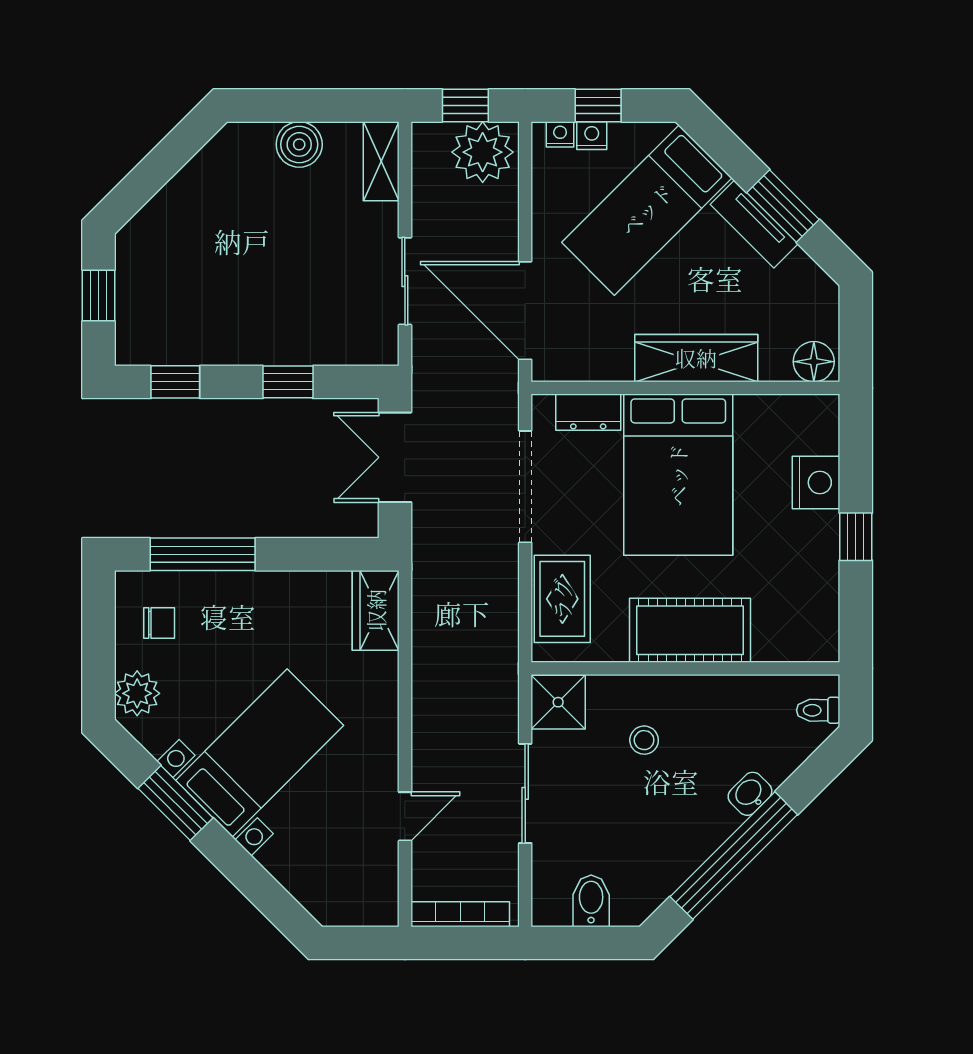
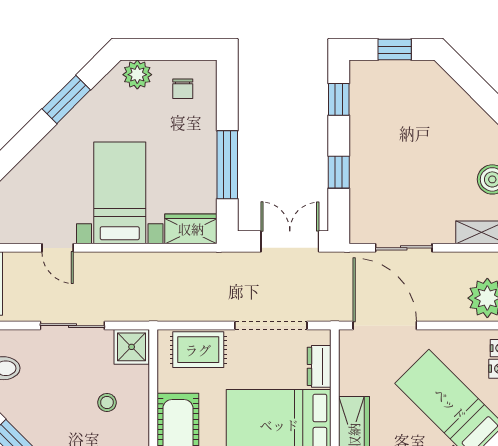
door: (525, 311) -> (385, 326), hinge flipped
window: (203, 554) -> (227, 165), moved
bed with nightstands: (260, 753) -> (120, 193), moved, turned -135

